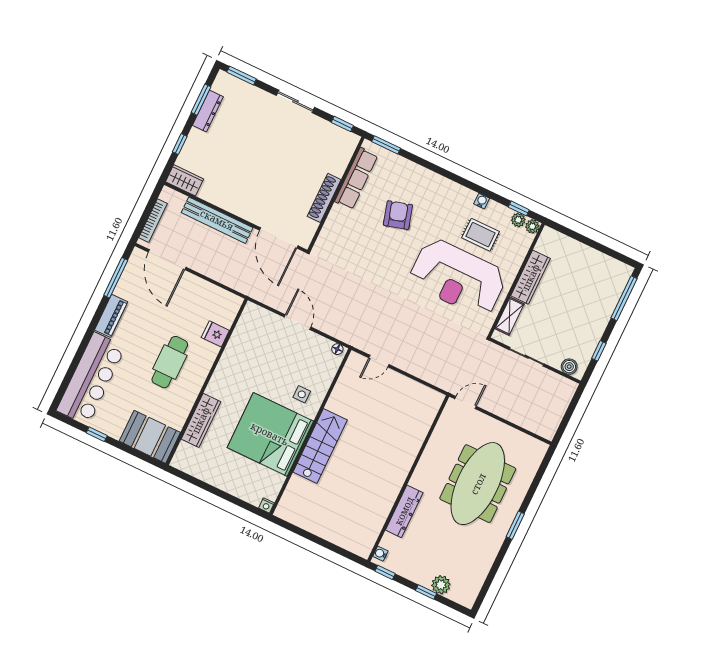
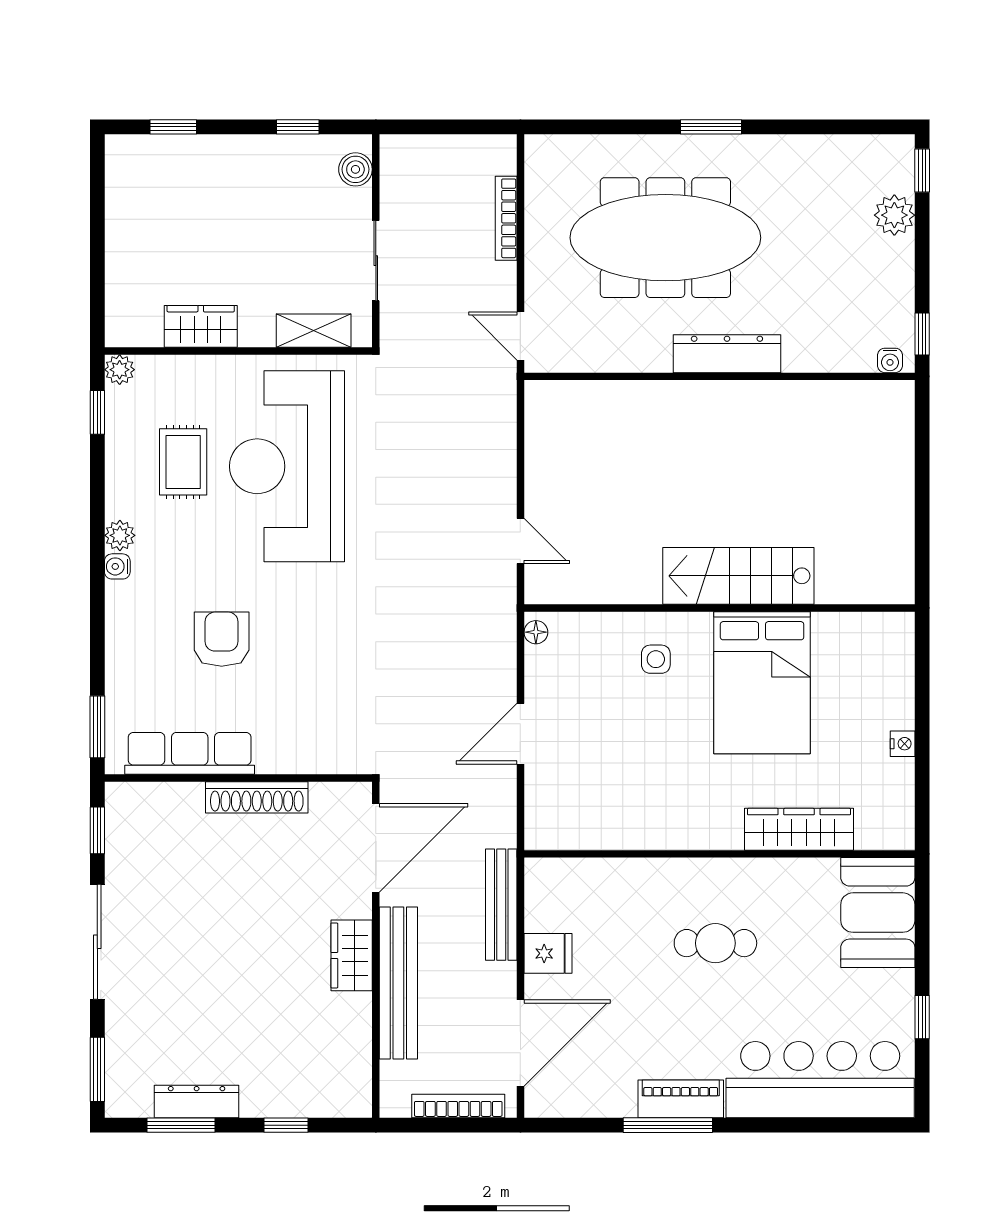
sliding door: (295, 101) -> (97, 942), width x1.37
wardrobe: (185, 180) -> (352, 955), moved
water cooler: (482, 201) -> (117, 566), moved
armchair: (398, 215) -> (222, 639), turned 106
plant: (518, 220) -> (120, 535), moved
wardrobe: (531, 277) -> (201, 326), width x0.67
window: (116, 278) -> (668, 1125), moved
reception desk: (458, 278) -> (287, 466), turned 180
bench: (229, 279) -> (501, 905), added
window: (624, 298) -> (173, 127), width x0.46
fridge: (215, 334) -> (548, 953), moved, turned -90
cafe table: (170, 362) -> (715, 943), width x0.73, depth x0.74
bookcase: (518, 420) -> (506, 218), added
bed: (270, 434) -> (762, 683), width x0.73
nightstand: (266, 506) -> (903, 744), moved
dresser: (404, 511) -> (727, 354), moved
window: (426, 592) -> (922, 171), moved

